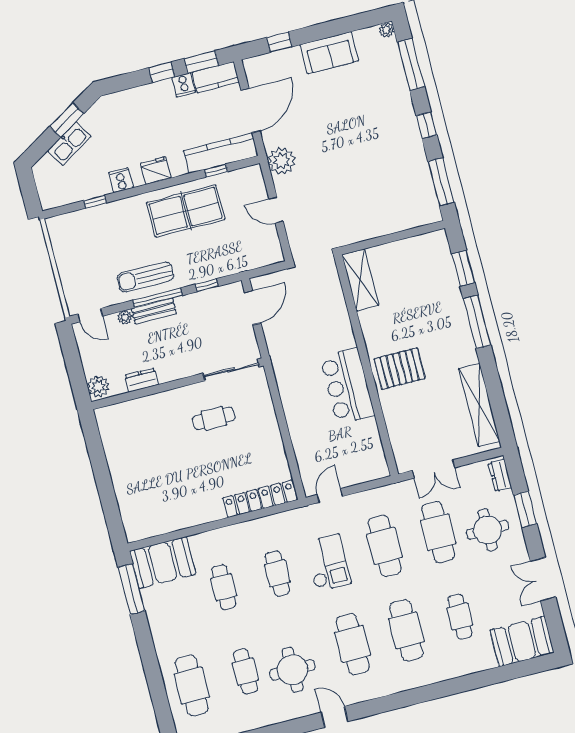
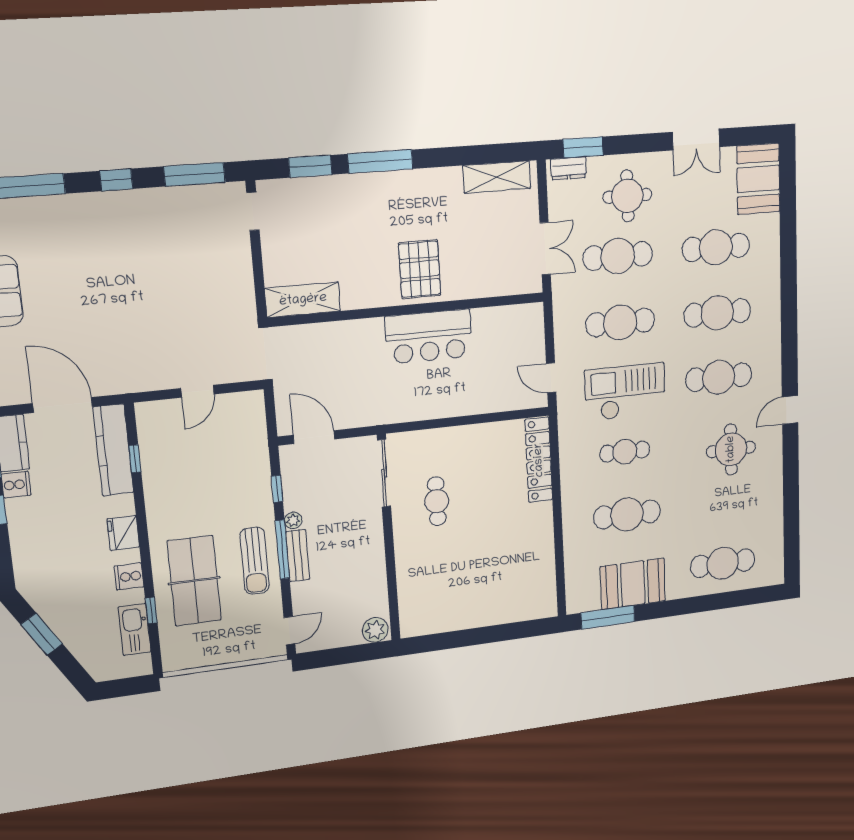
kitchen sink: (69, 144) -> (135, 630), moved, turned -149
plant: (281, 161) -> (135, 375), removed
table tennis table: (186, 211) -> (194, 581), moved
doorway: (421, 230) -> (253, 211), added
plant: (125, 317) -> (293, 520), moved
dresser: (141, 380) -> (377, 580), removed
shelving: (479, 405) -> (497, 177), width x0.68
window: (525, 509) -> (583, 147), moved
booth: (163, 563) -> (633, 584), moved, turned 90
checkout: (328, 563) -> (625, 392), width x1.36, depth x1.21
cafe table: (224, 587) -> (627, 514), width x1.37, depth x1.35
cafe table: (460, 617) -> (716, 247), width x1.37, depth x1.35
cafe table: (245, 672) -> (721, 502), removed

